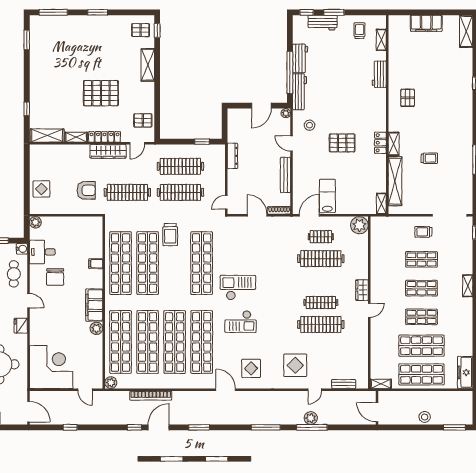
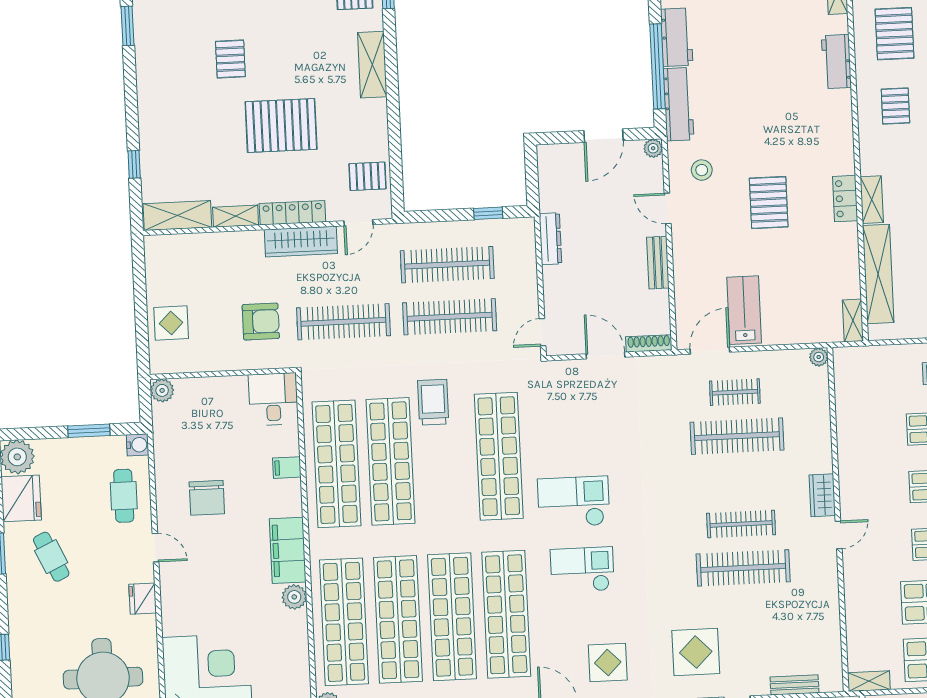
pallet: (77, 59) -> (230, 59), added
pallet: (409, 62) -> (894, 34), added
pallet: (342, 143) -> (769, 203), turned 90
bench: (285, 175) -> (658, 263), width x0.73
plant: (359, 225) -> (819, 357), width x0.53, depth x0.53
trolley: (170, 235) -> (433, 402), turned 180
desk: (42, 252) -> (273, 399), moved, turned 90
checkout: (241, 322) -> (582, 570), turned 180

